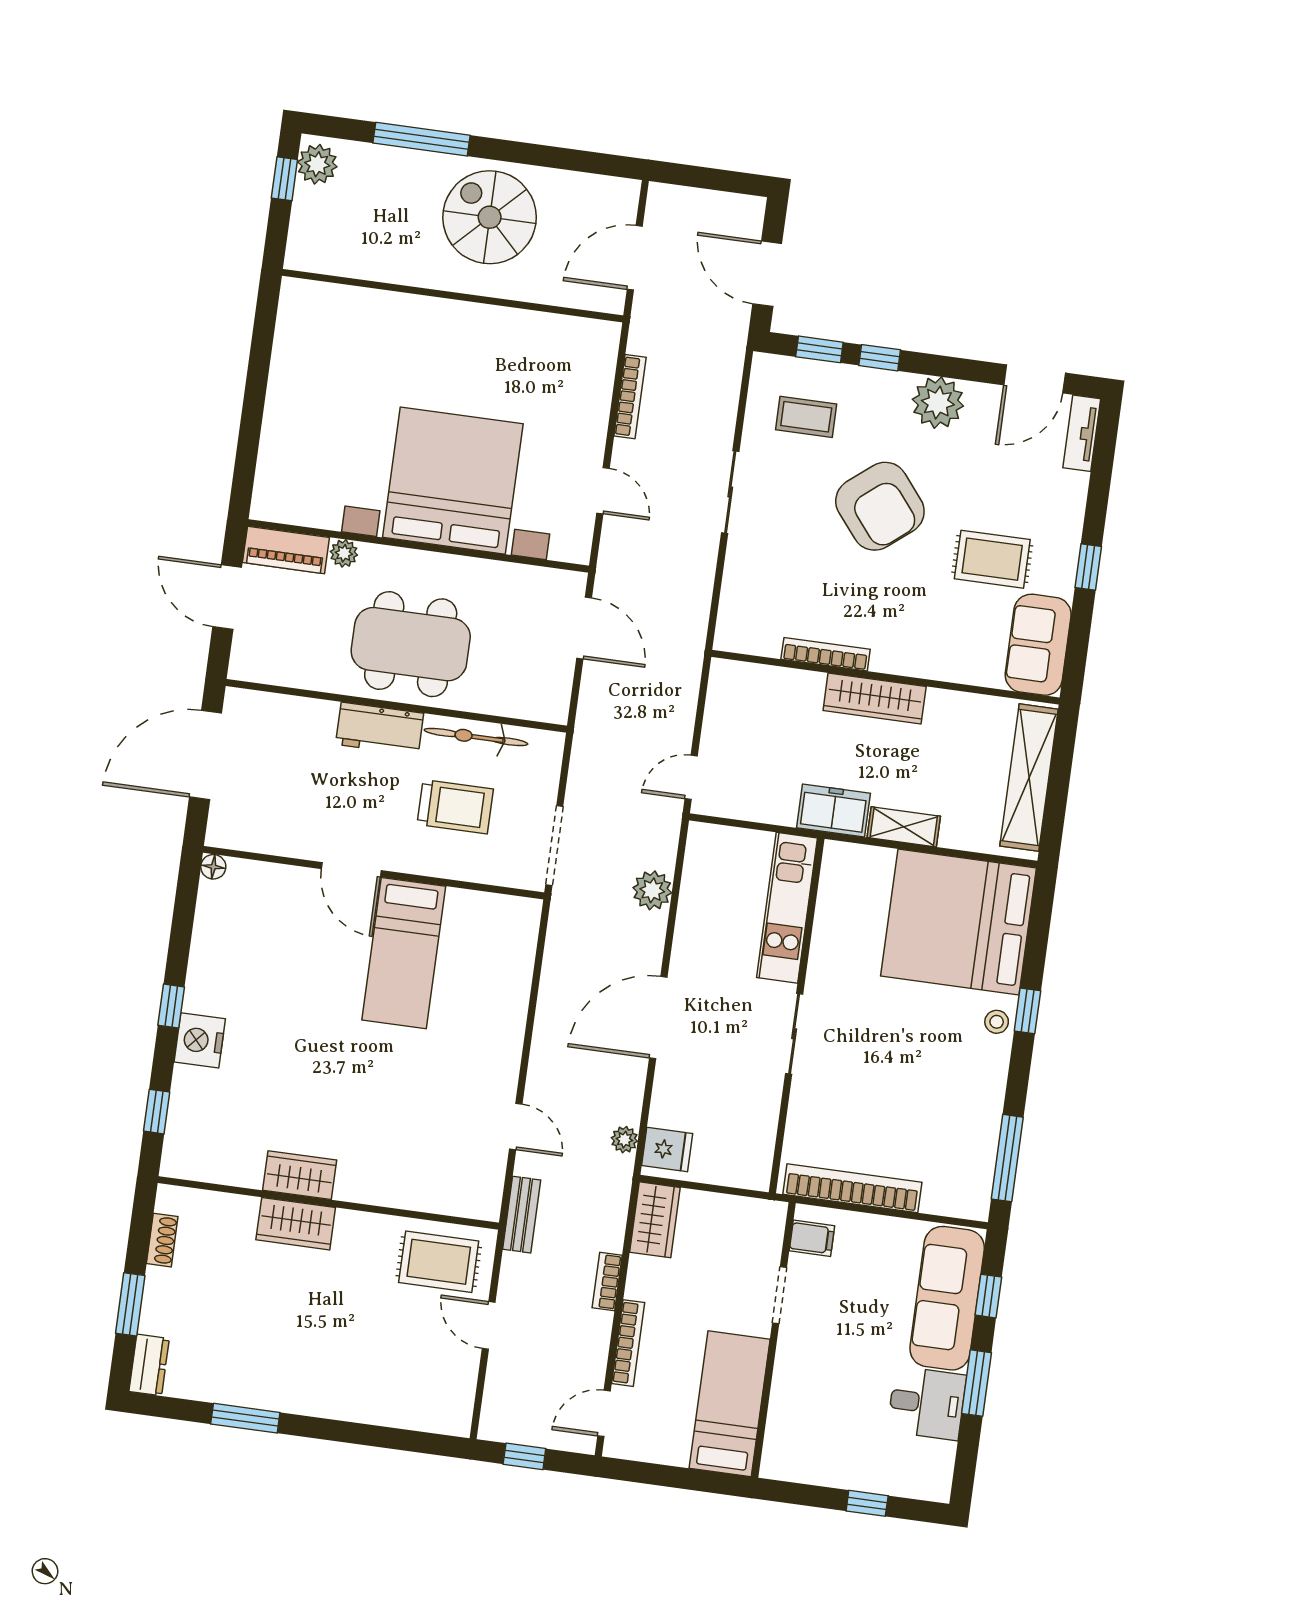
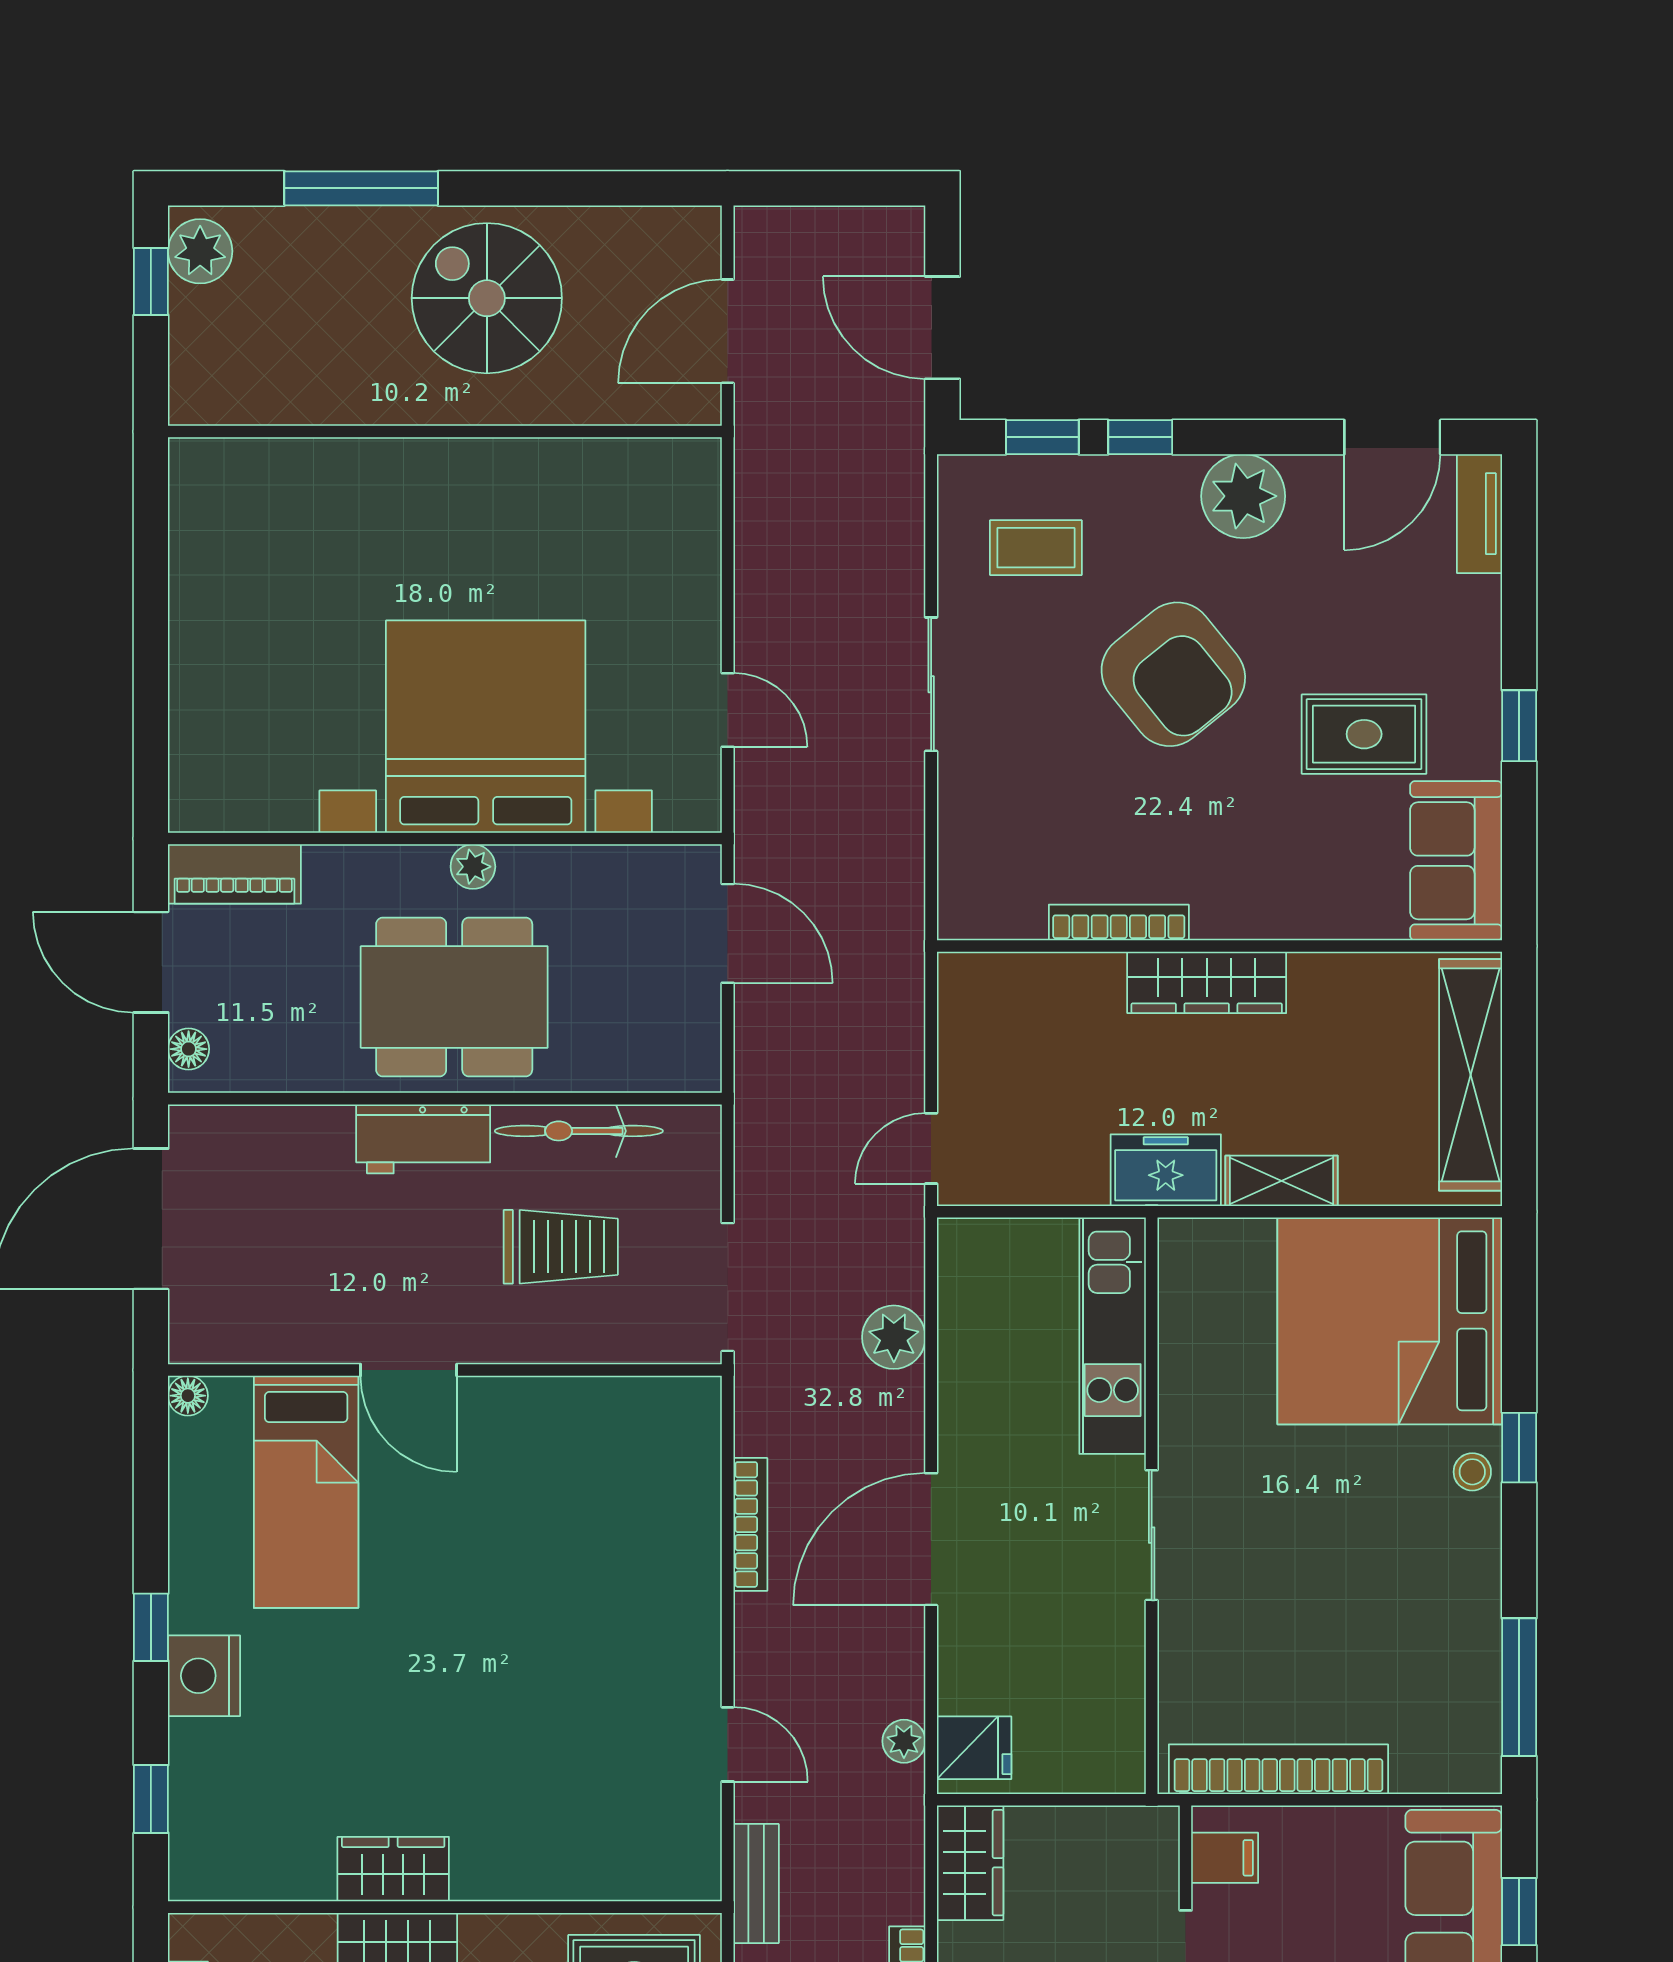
bookcase: (630, 397) -> (750, 1524), moved
plant: (344, 553) -> (473, 867), moved
floor lamp: (243, 654) -> (189, 1049), added
bed: (404, 953) -> (306, 1492), moved

